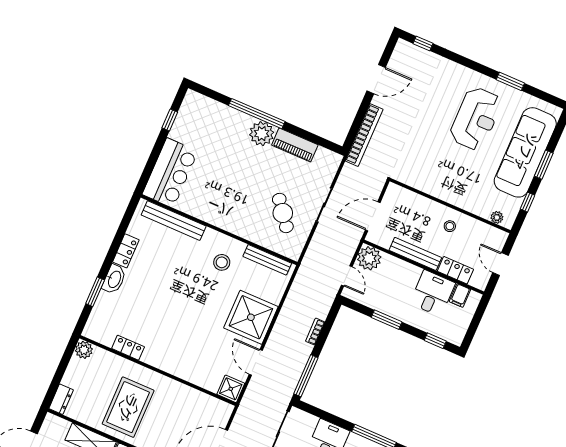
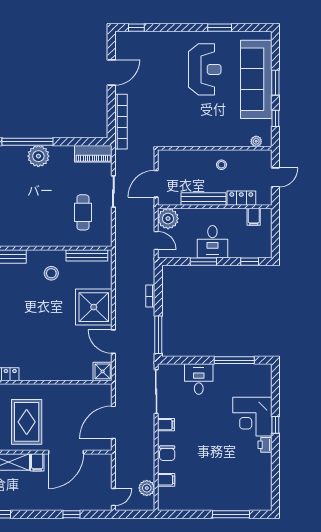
piano: (295, 145) -> (93, 154), moved
cafe table: (283, 213) -> (83, 212), turned 38
door: (501, 264) -> (275, 177), swing flipped
desk: (433, 293) -> (212, 242), moved, turned 180

